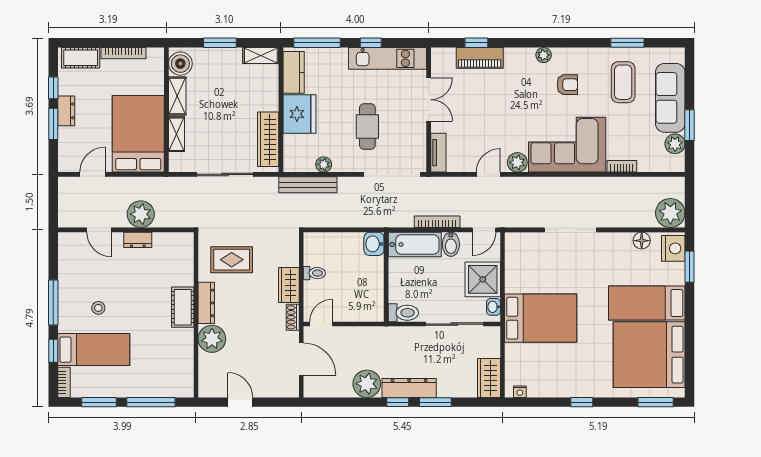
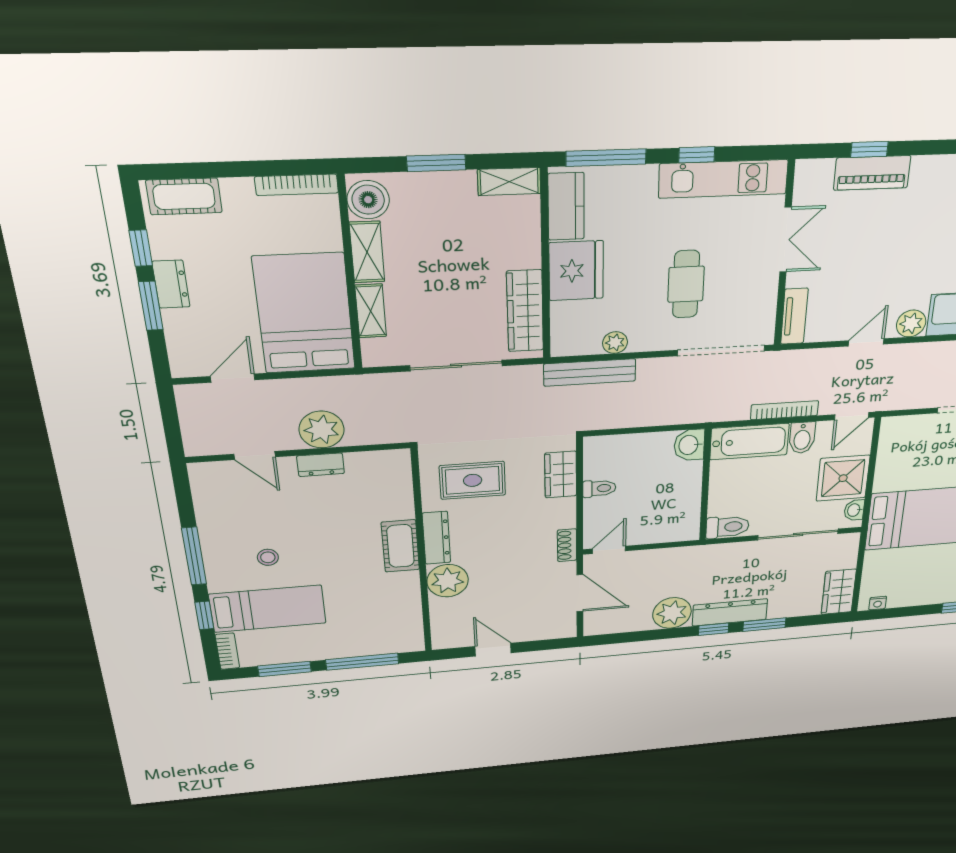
bookcase: (124, 53) -> (297, 185), moved
wardrobe: (289, 285) -> (561, 475), moved

